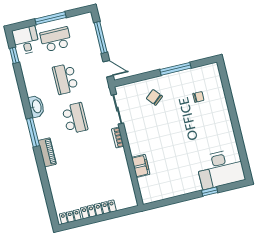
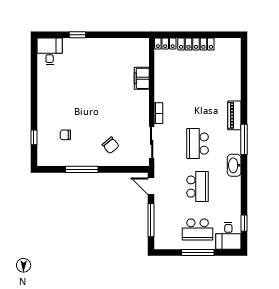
window: (227, 88) -> (34, 137), added
desk: (221, 169) -> (50, 51), width x0.53, depth x0.77
locker: (70, 217) -> (165, 44), moved

